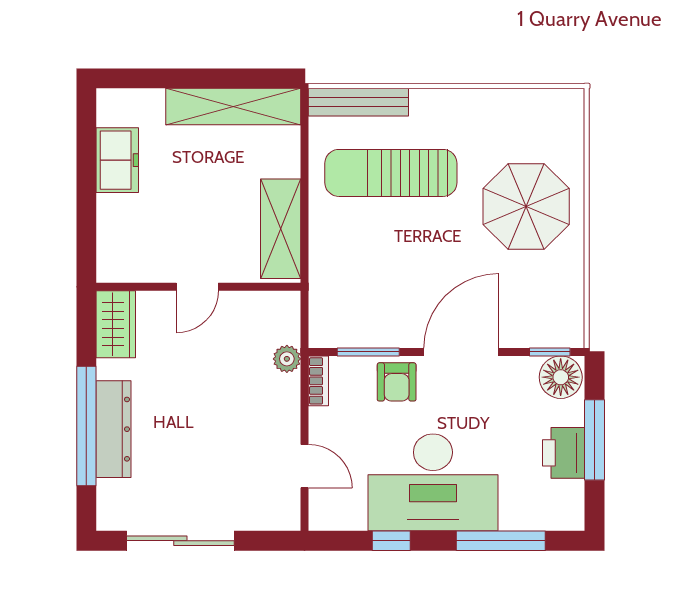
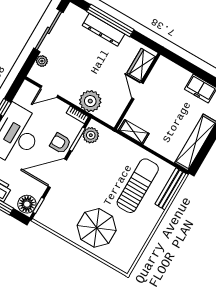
shelving: (281, 229) -> (134, 132), width x0.67, depth x0.75
wardrobe: (116, 324) -> (141, 65), moved, turned 90
plant: (344, 329) -> (91, 135), added
door: (461, 352) -> (57, 173), swing flipped
plant: (287, 359) -> (90, 101), width x1.87, depth x1.87
plant: (251, 517) -> (42, 61), added

